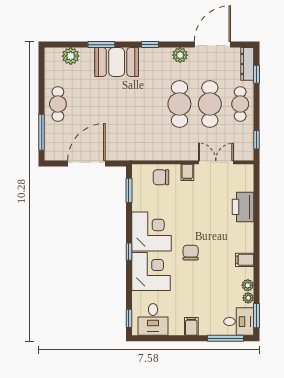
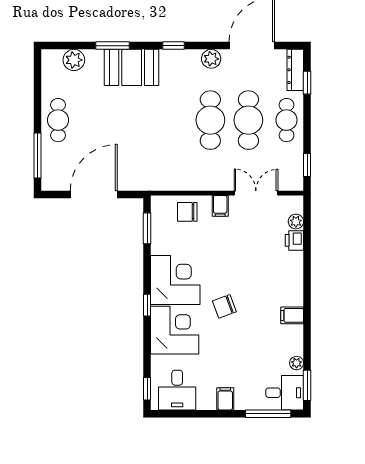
printer: (243, 207) -> (294, 240), width x0.53, depth x0.68
chair: (191, 253) -> (224, 306), turned -110
plant: (248, 285) -> (296, 222), moved

